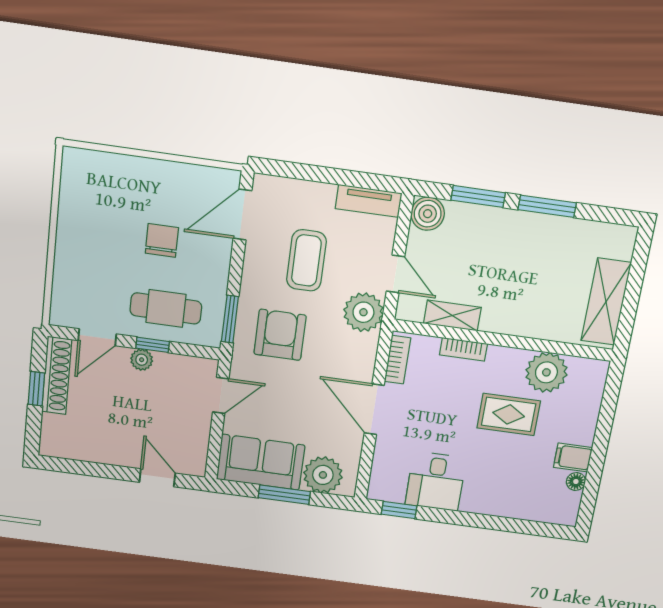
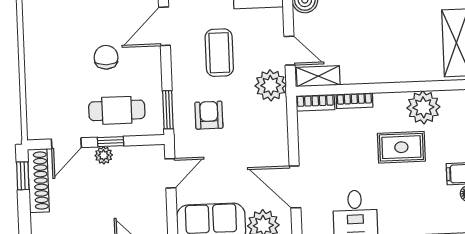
shelving: (452, 315) -> (318, 76), moved
armchair: (280, 335) -> (209, 115), width x0.72, depth x0.72
bookcase: (397, 360) -> (315, 103), moved, turned 90
window: (36, 389) -> (23, 176), moved
door: (374, 409) -> (295, 187), moved

